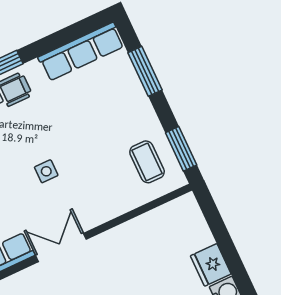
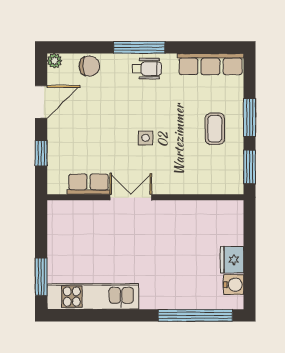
window: (145, 71) -> (250, 117), moved
coffee table: (147, 162) -> (215, 129), moved

